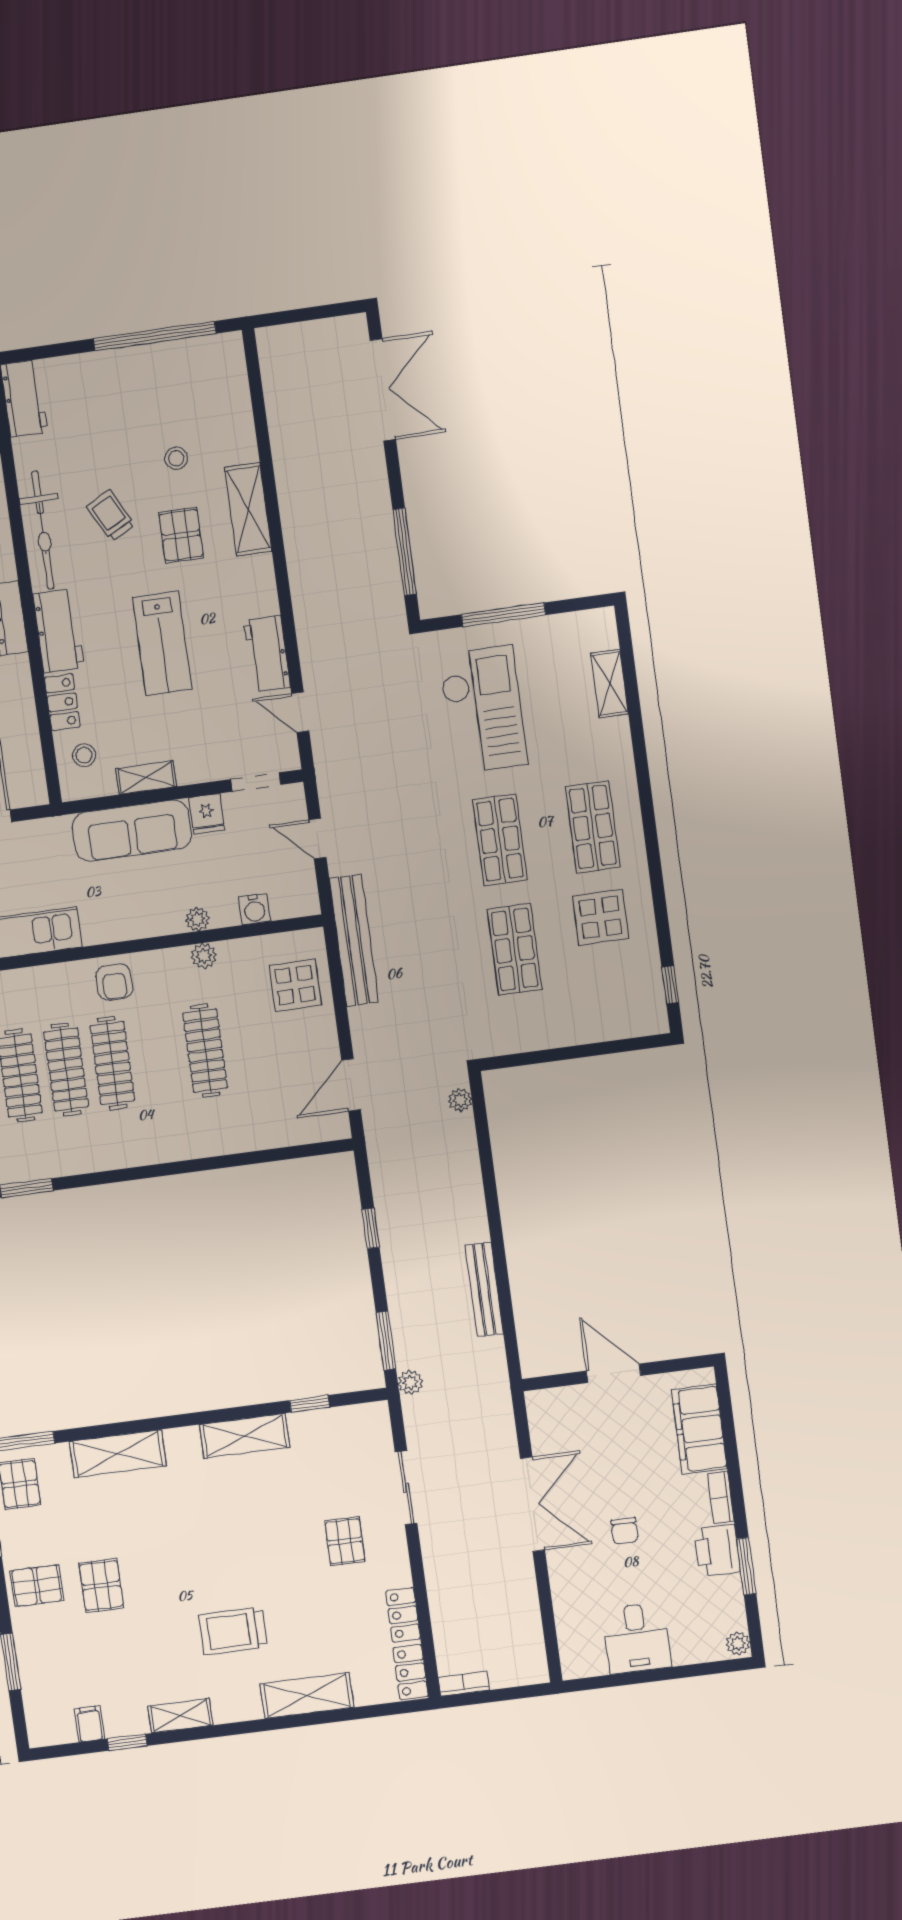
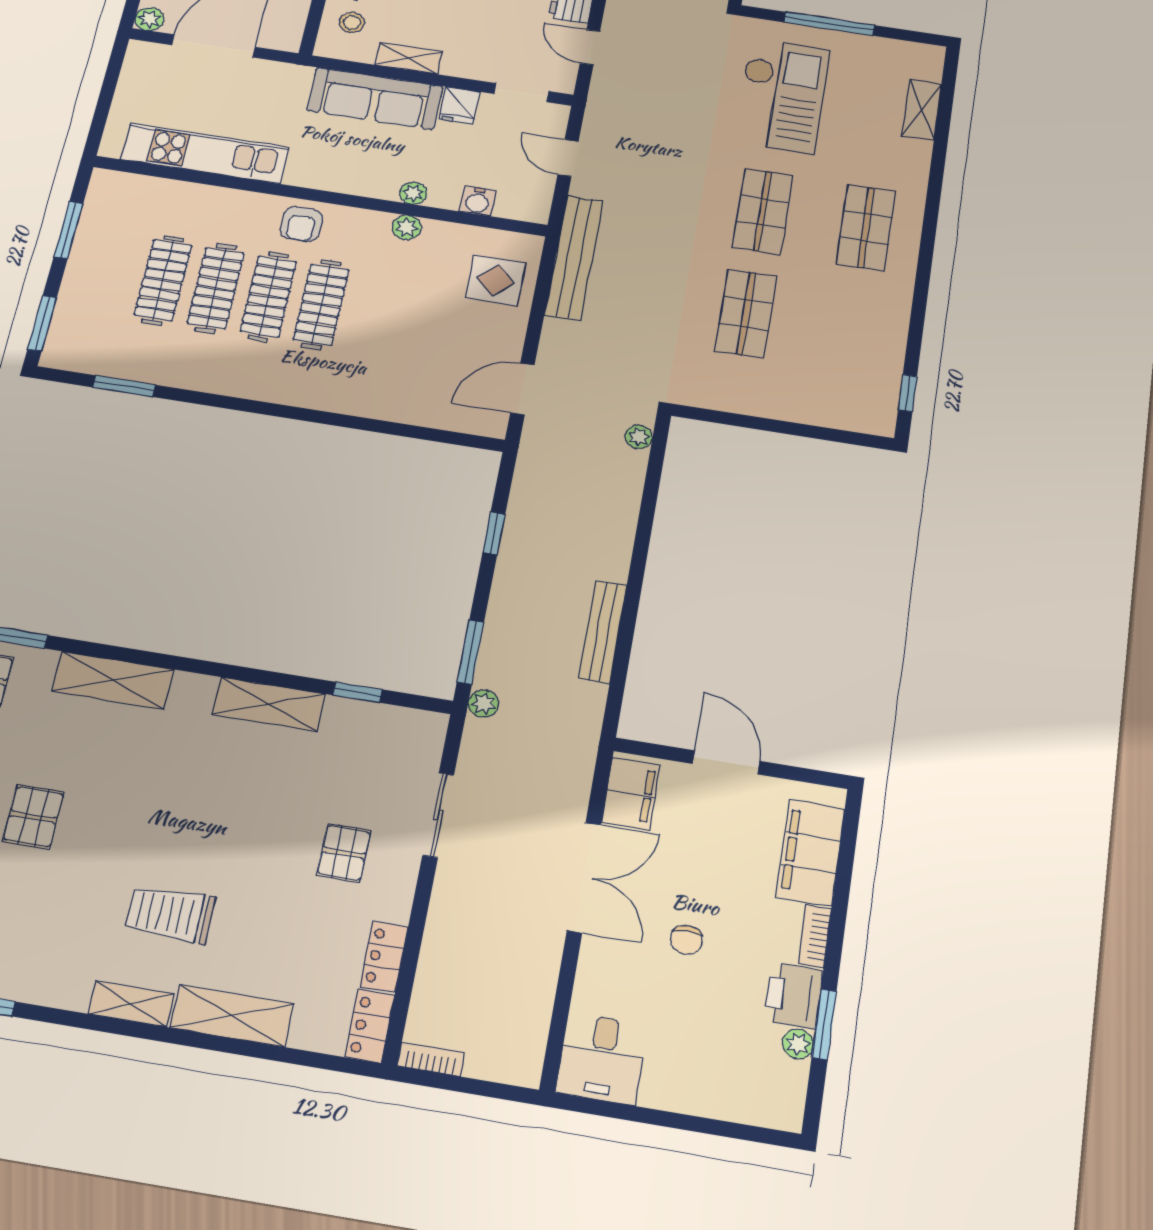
display table: (600, 917) -> (849, 310), removed
clothes rail: (205, 1051) -> (321, 305), moved
filing cabinet: (548, 1423) -> (631, 794), added
desk: (637, 1638) -> (602, 1059), moved
plant: (738, 1643) -> (798, 1044), moved
shelving: (180, 1716) -> (131, 1004), moved

